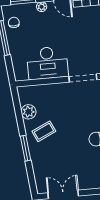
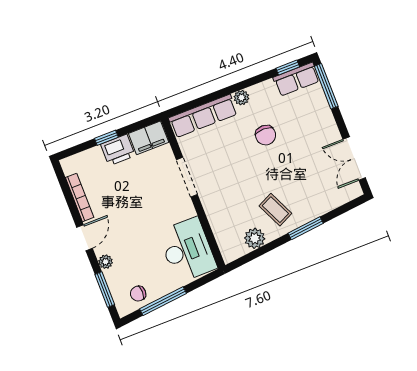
desk: (47, 63) -> (187, 250), moved

